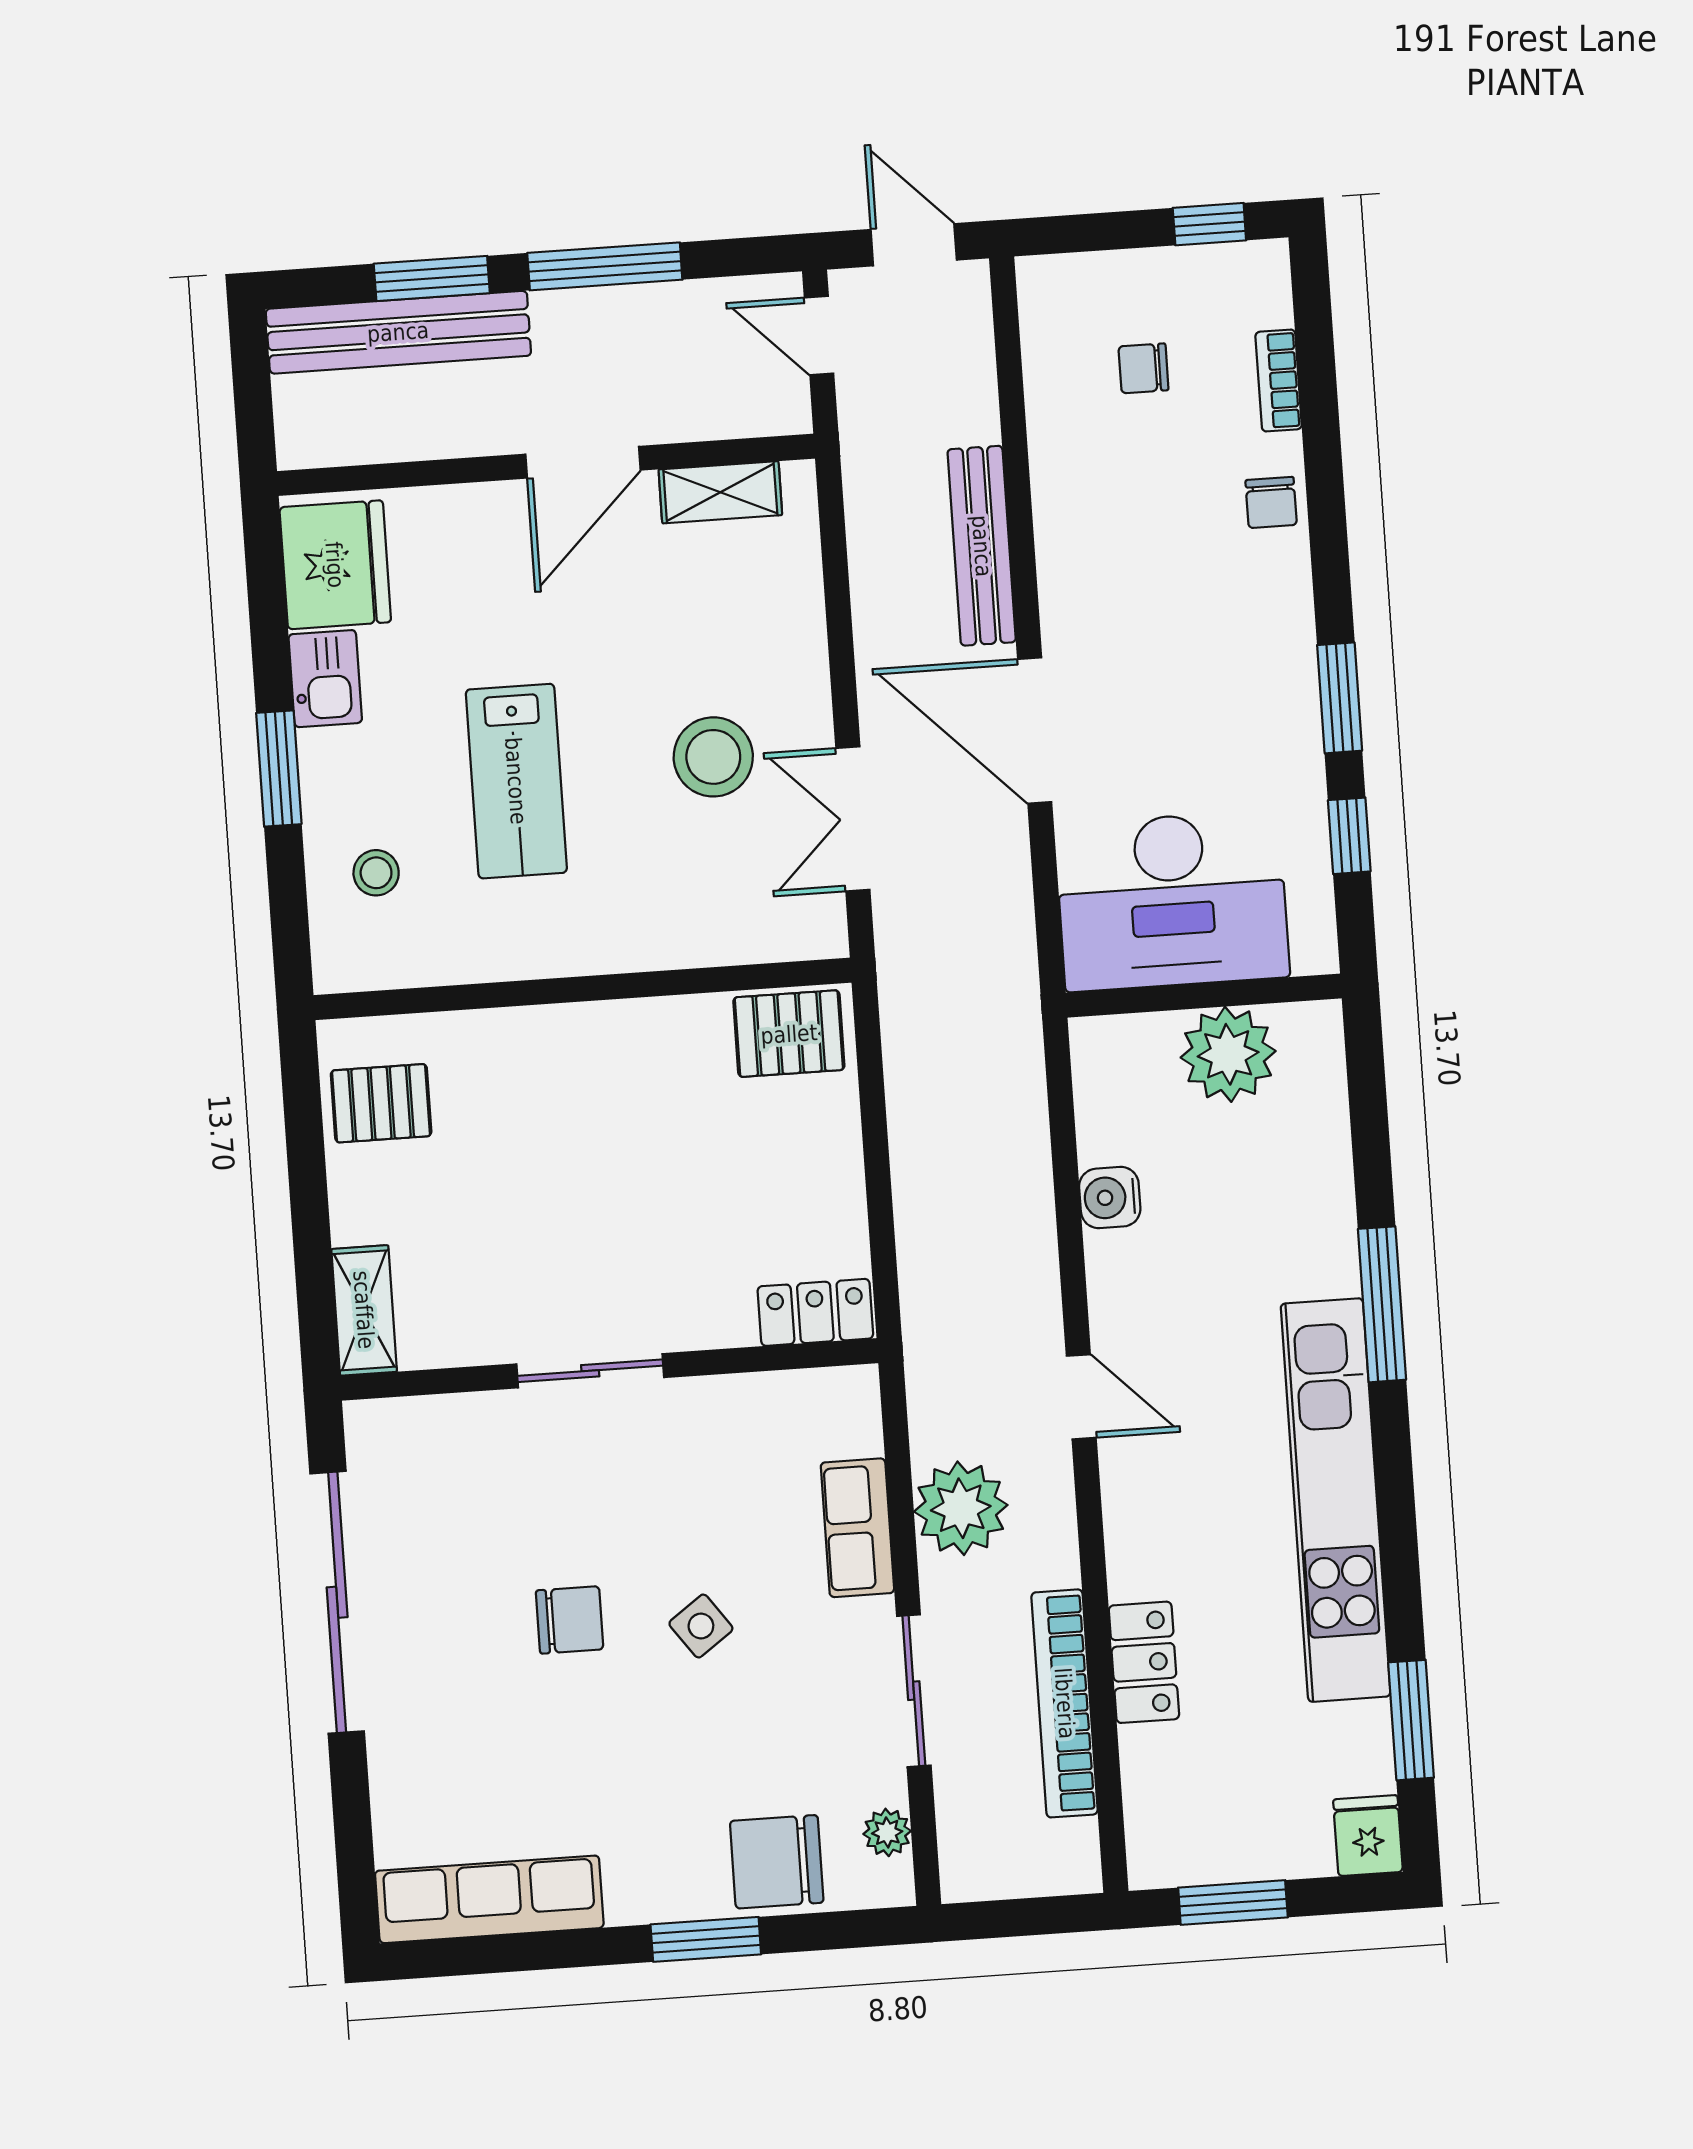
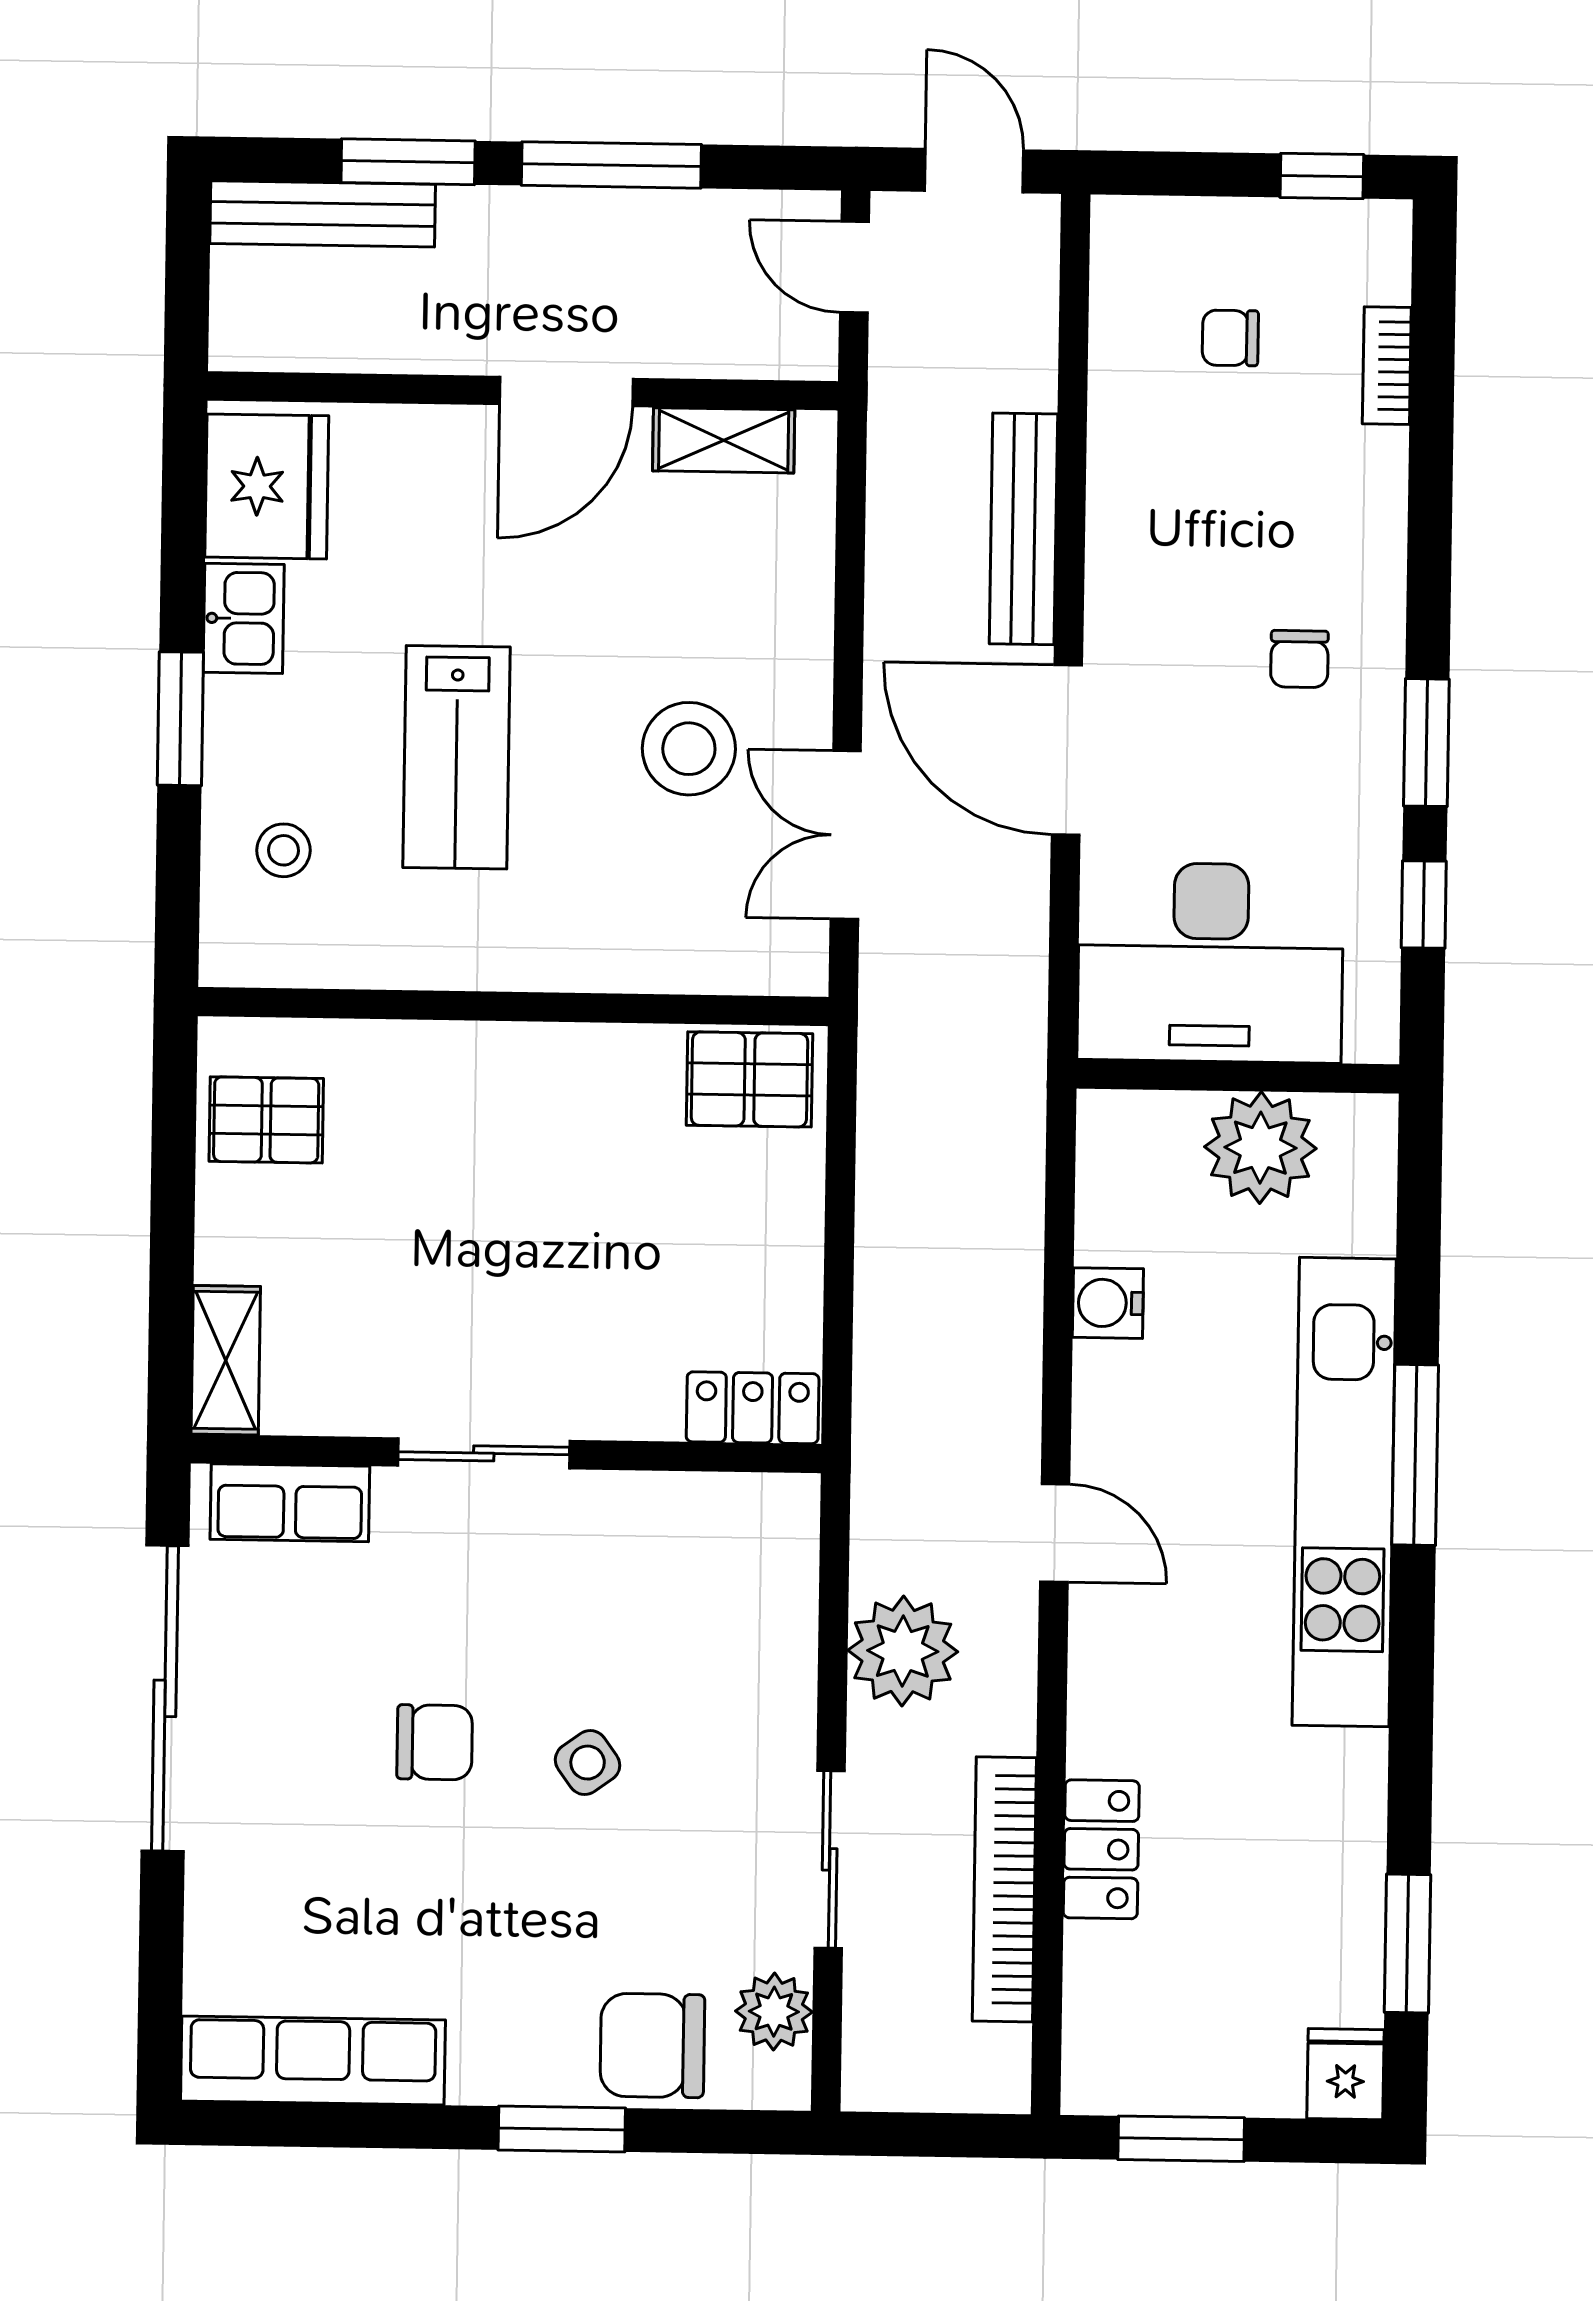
bench: (398, 332) -> (323, 214), width x0.73, depth x0.82
chair: (1271, 502) -> (1299, 659), moved
kitchen unit: (1336, 1500) -> (1344, 1492), moved
row of seats: (857, 1528) -> (290, 1503), moved, turned -90
plant: (887, 1832) -> (774, 2012), width x1.38, depth x1.38

